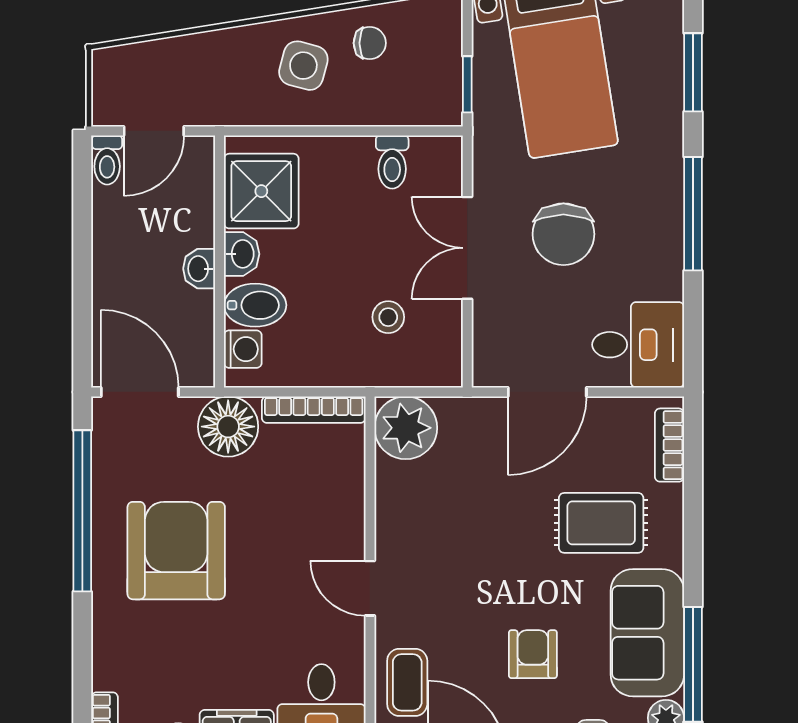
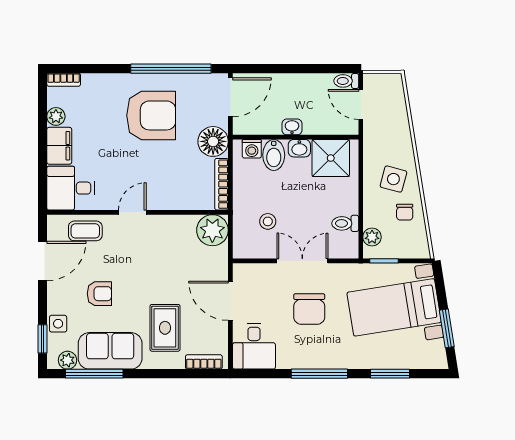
plant: (419, 108) -> (372, 237), added
chair: (563, 234) -> (309, 309), turned -90

